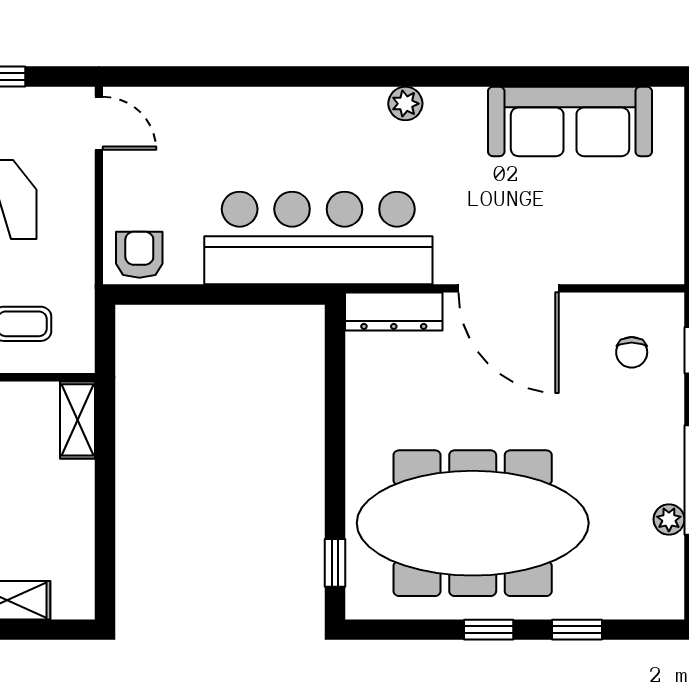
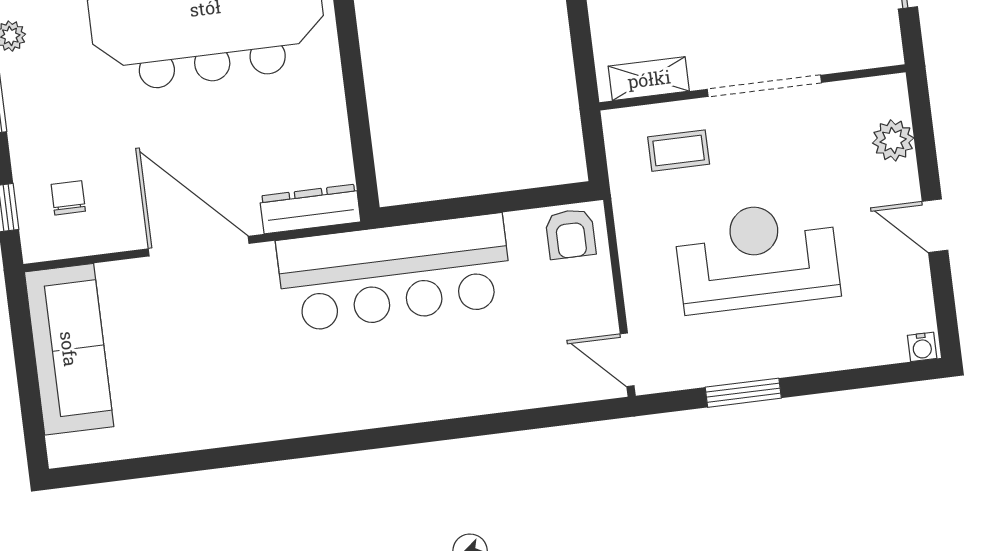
plant: (405, 104) -> (324, 417), removed
sofa: (570, 121) -> (69, 349), moved, turned 90
shelving: (77, 420) -> (649, 79), moved, turned 90

